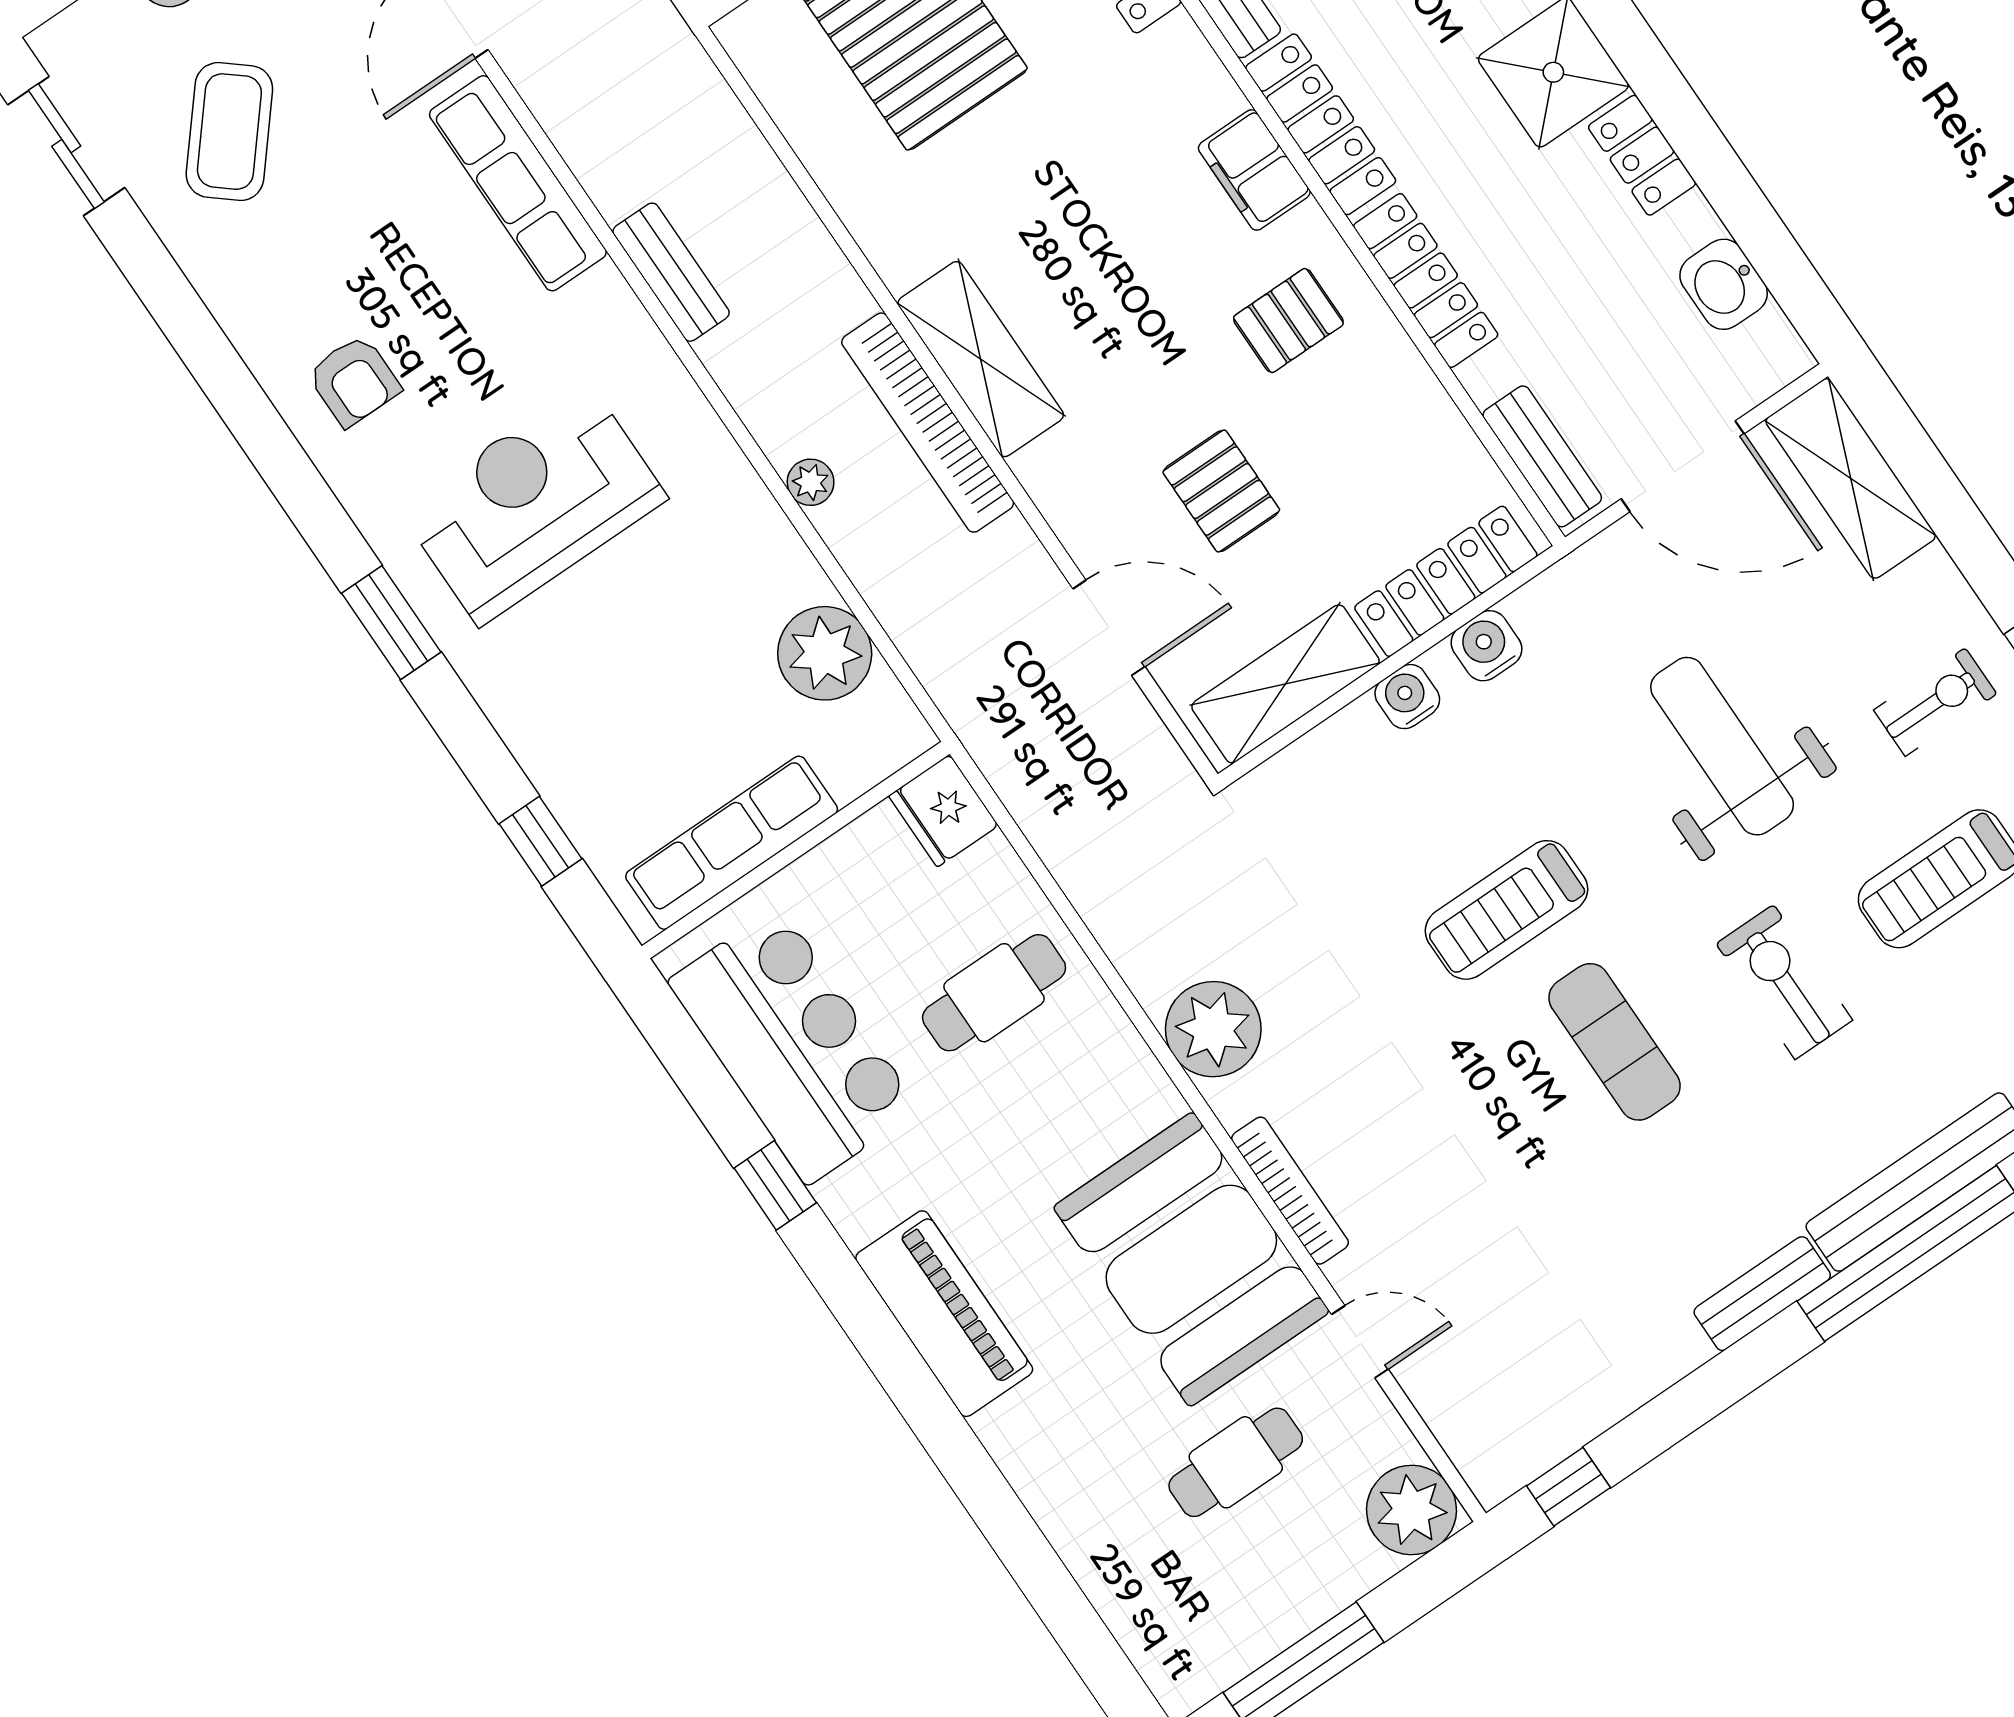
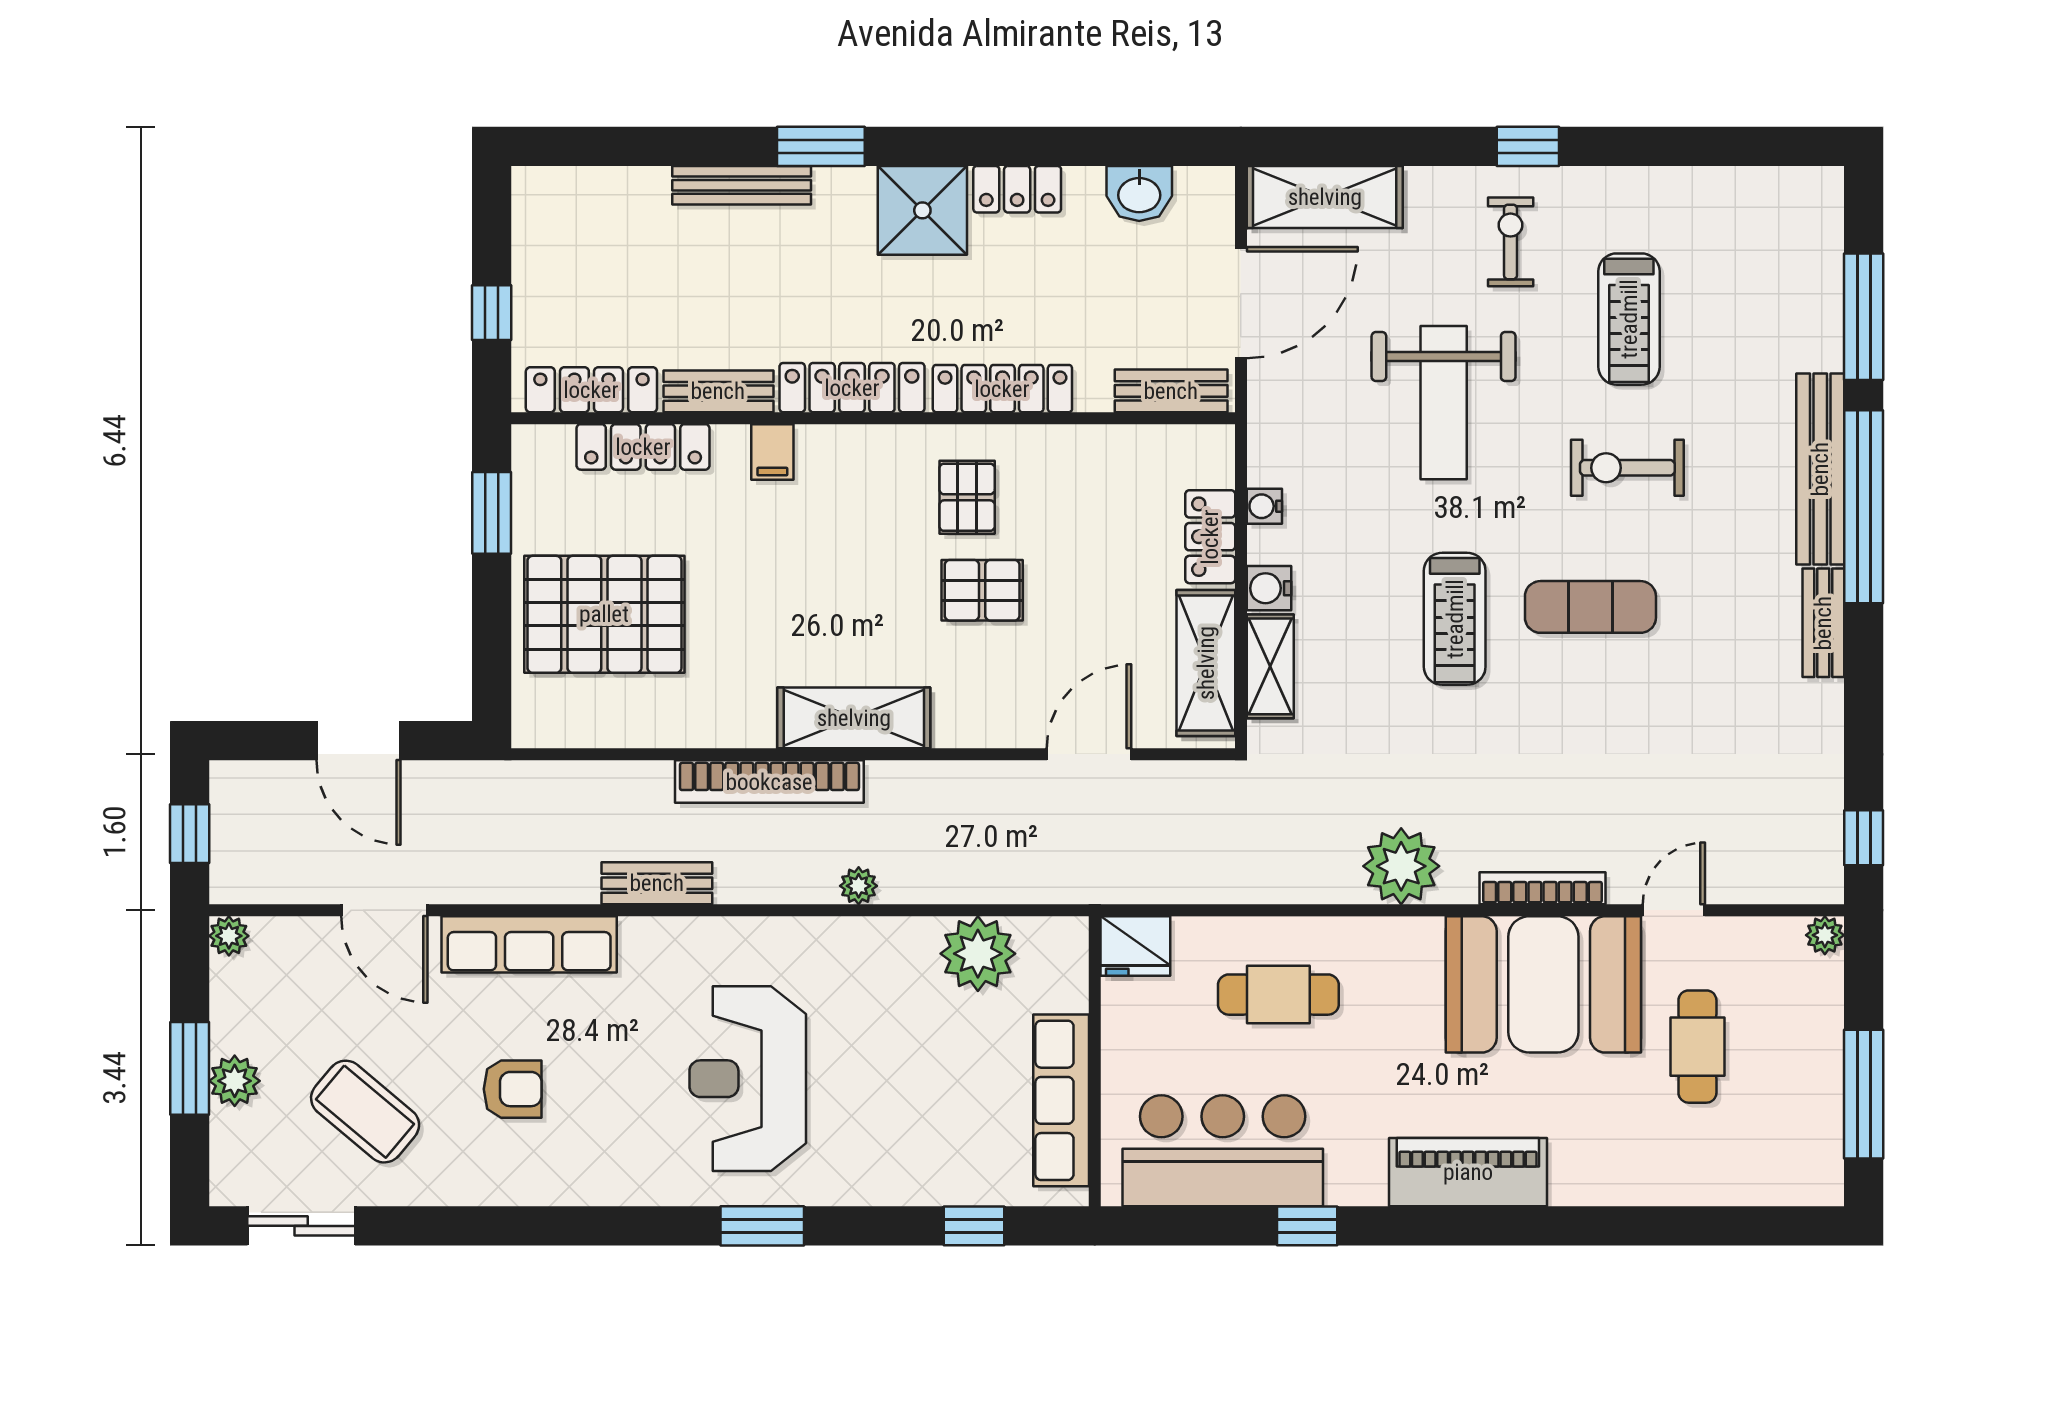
filing cabinet: (1254, 170) -> (772, 452), moved, width x0.50
armchair: (354, 381) -> (513, 1089), moved
bookcase: (928, 423) -> (769, 782), moved
pallet: (1221, 491) -> (982, 590), moved
locker: (1446, 581) -> (1210, 537), width x0.66
water cooler: (1486, 646) -> (1264, 506), width x0.72, depth x0.72
weight bench: (1722, 746) -> (1444, 403), turned -90
shelving: (1327, 753) -> (1270, 666), added
cafe table: (994, 993) -> (1278, 995), turned 90
plant: (1412, 1510) -> (1825, 935), width x0.53, depth x0.53

